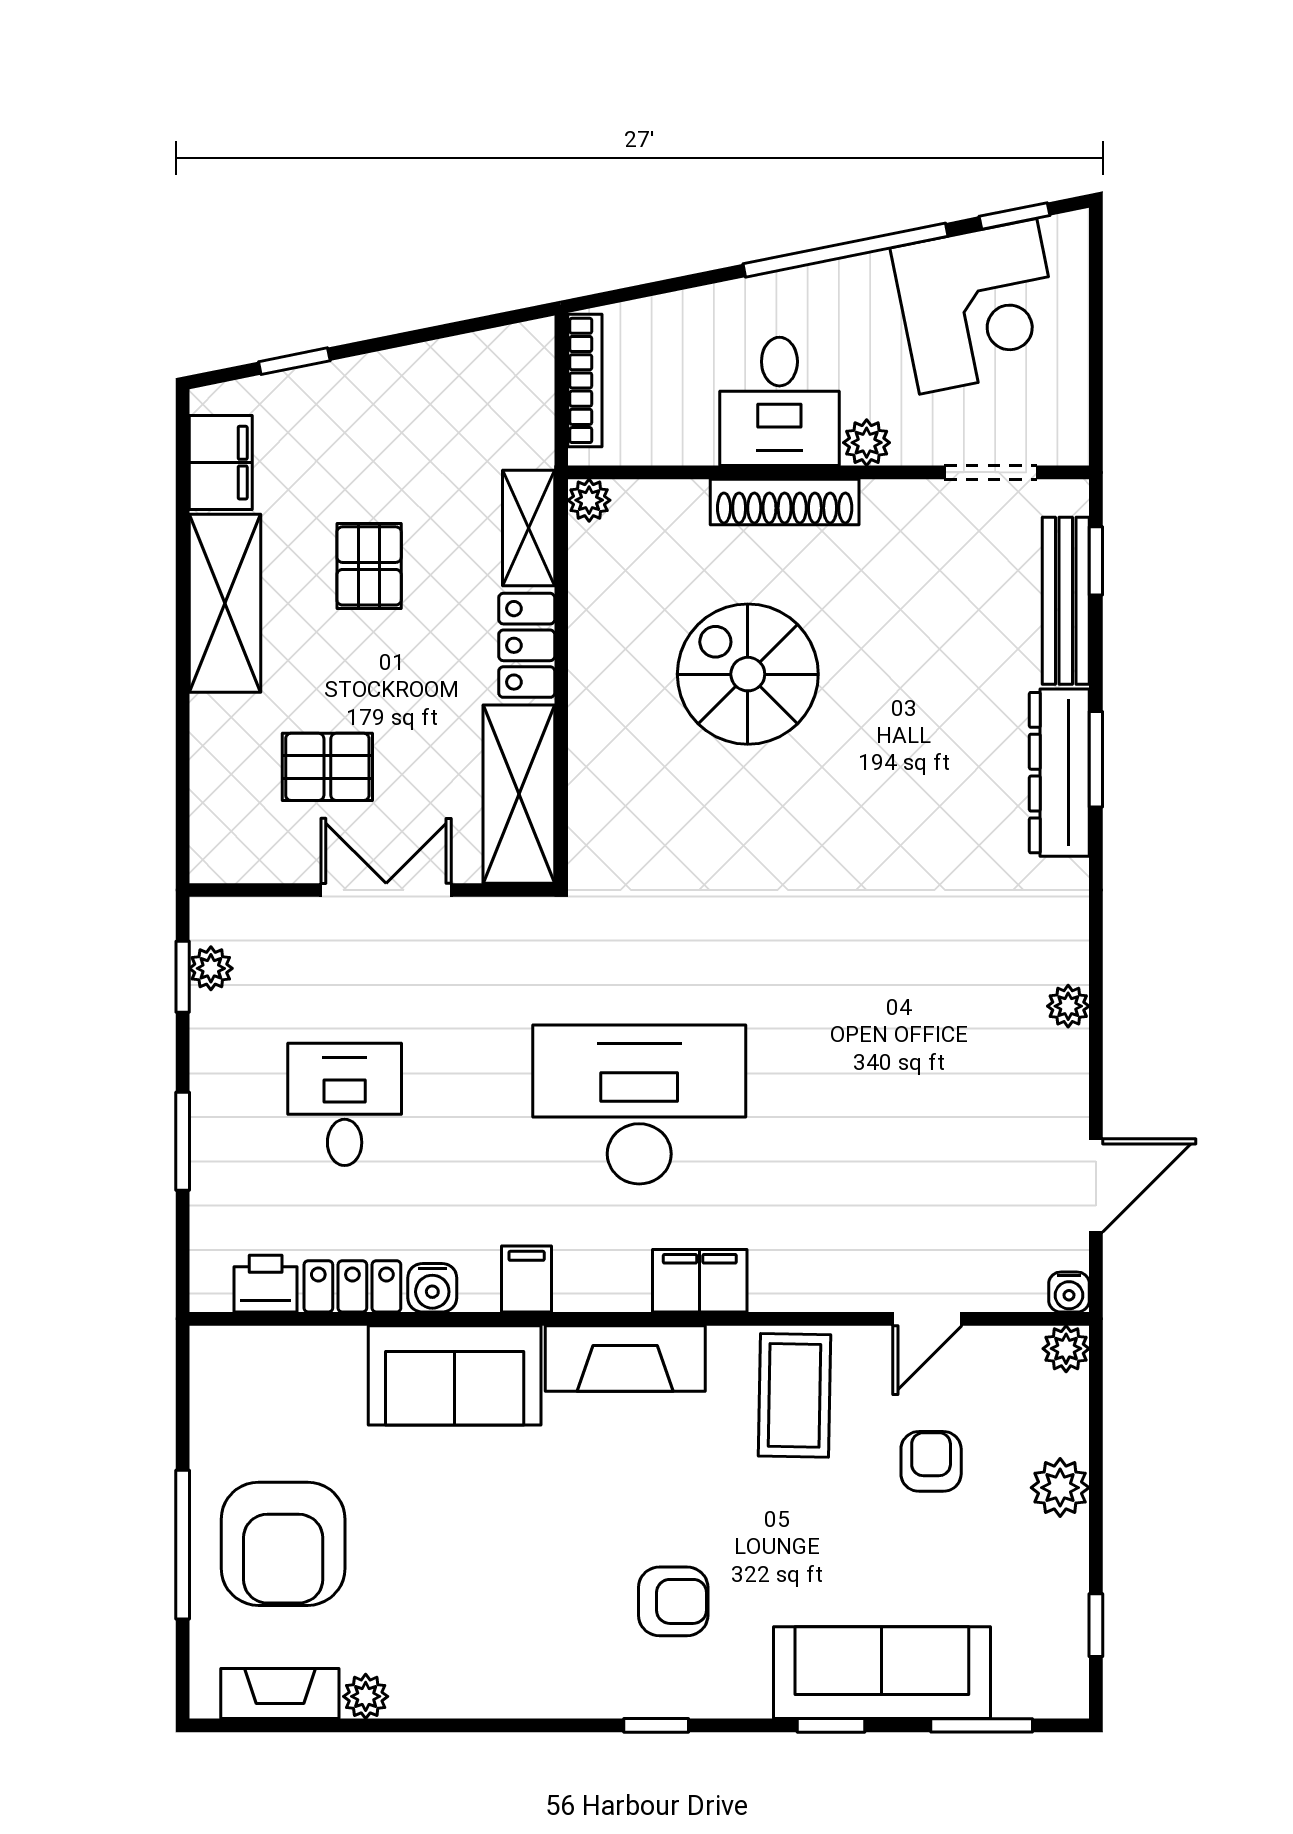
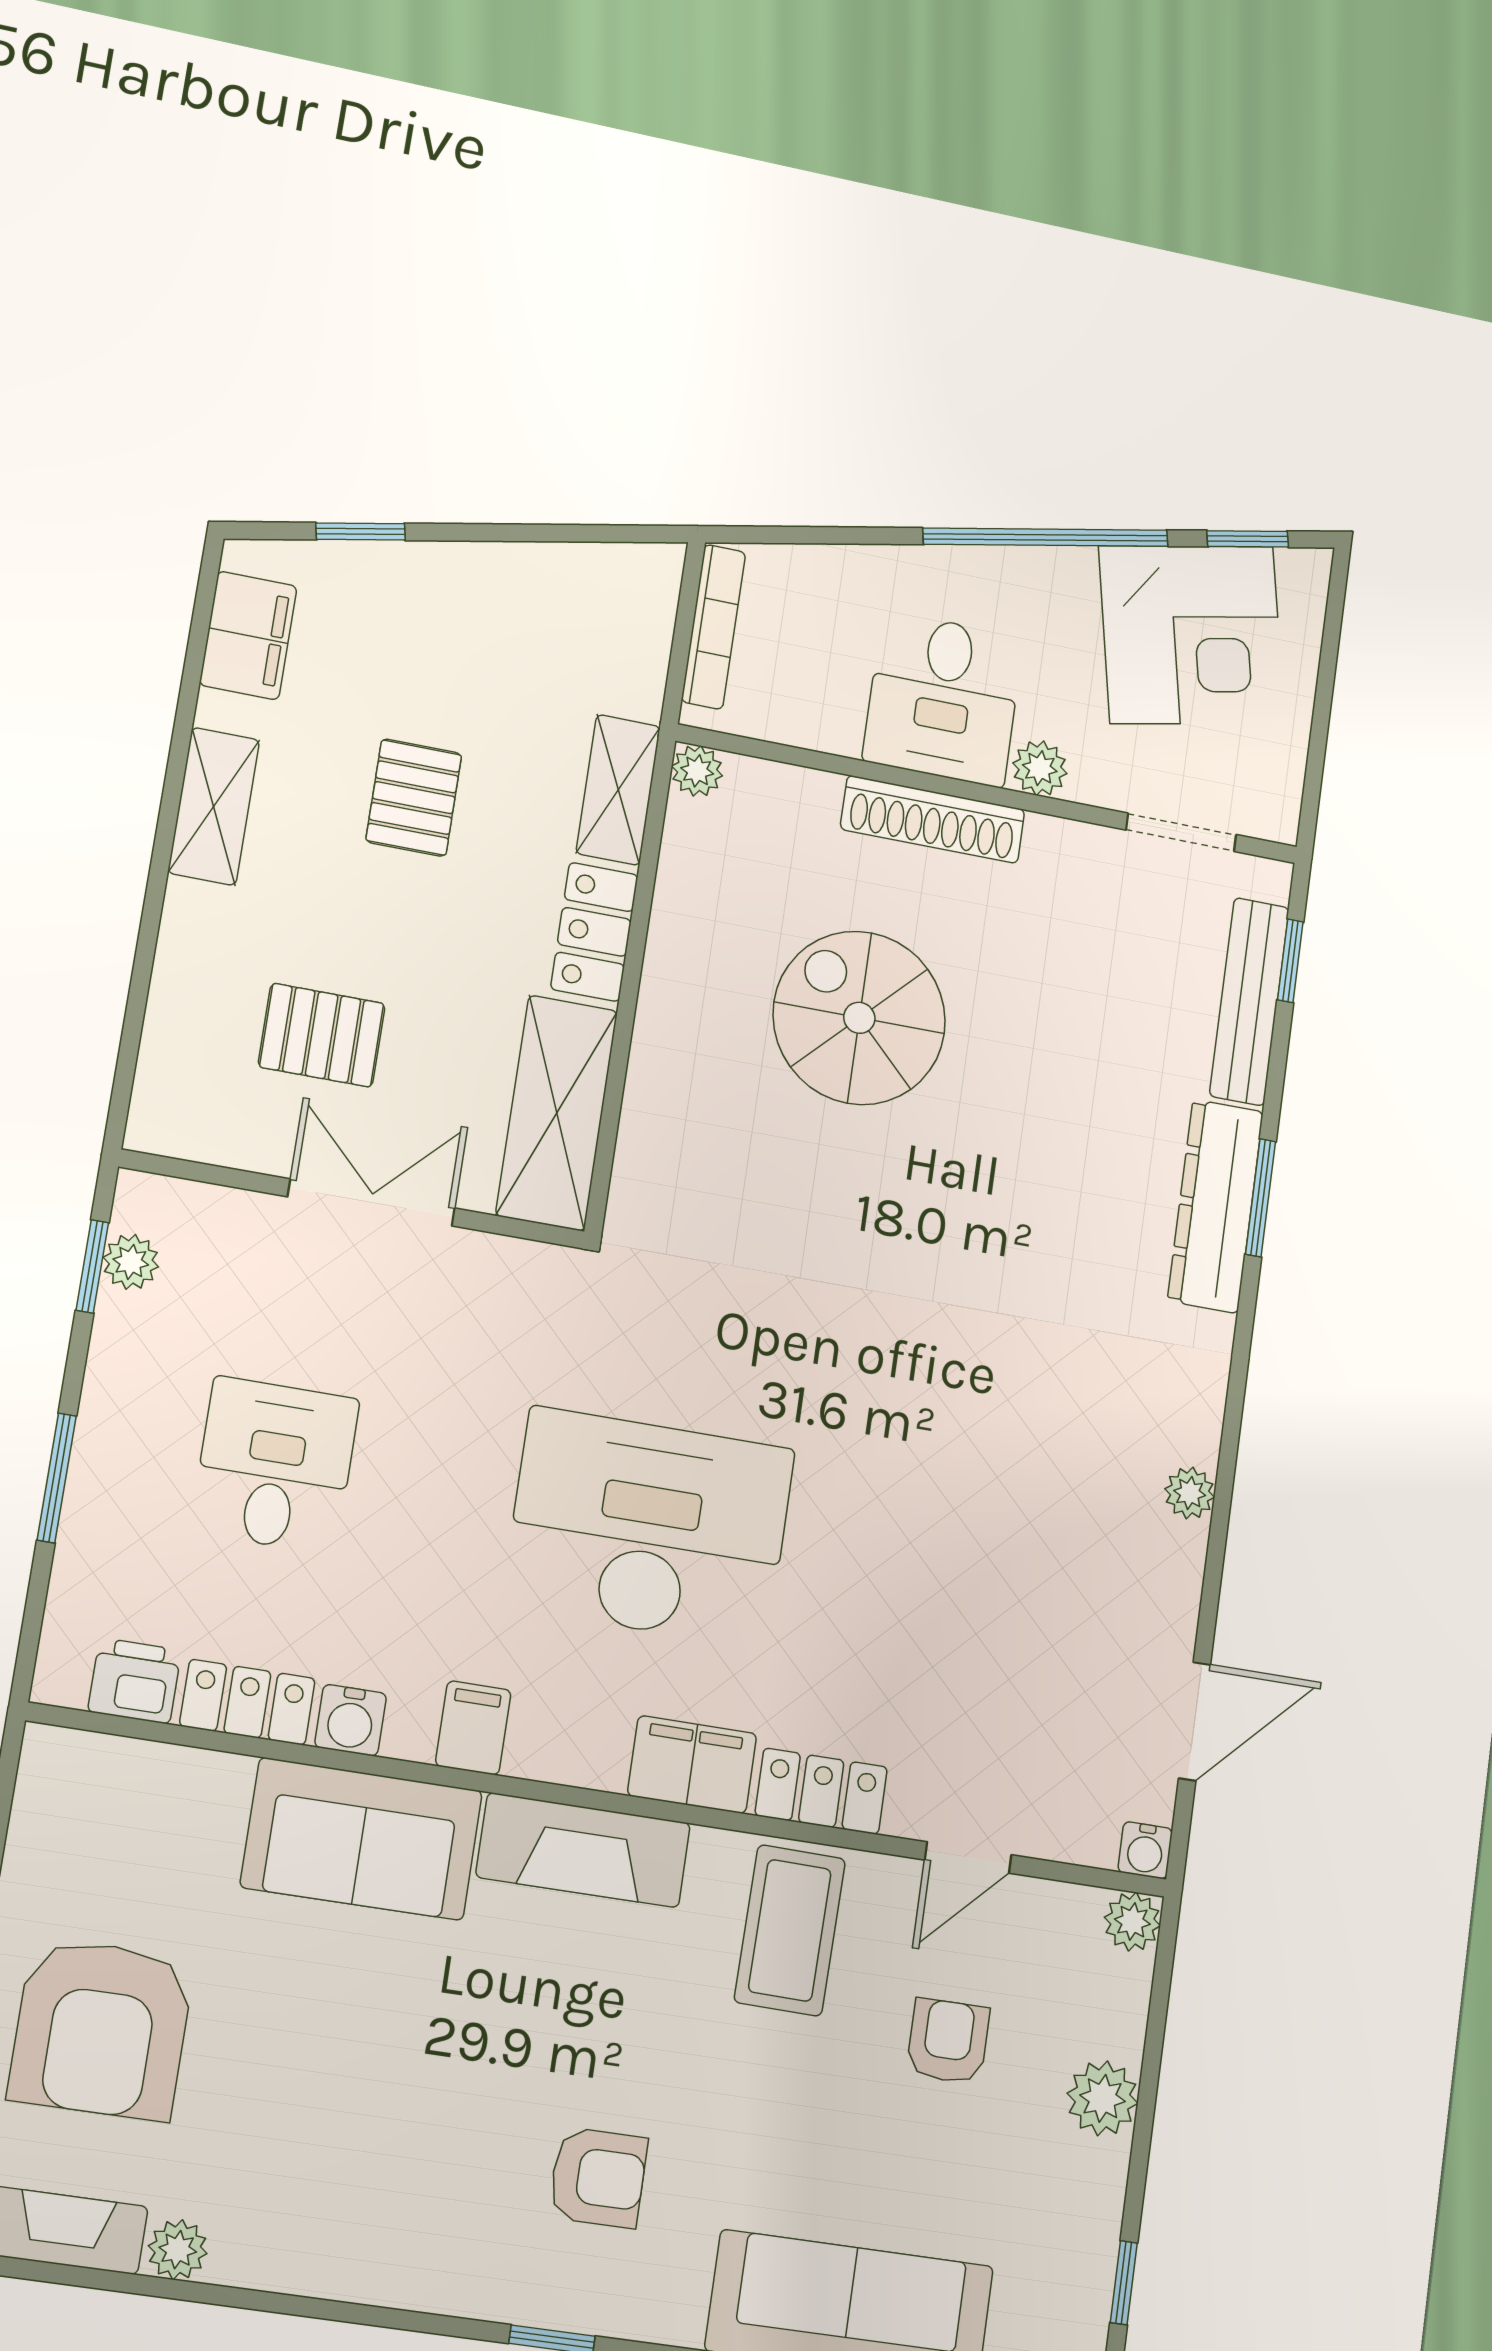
shelving: (225, 603) -> (214, 806), width x0.67, depth x0.75
locker: (804, 1286) -> (821, 1791), added

